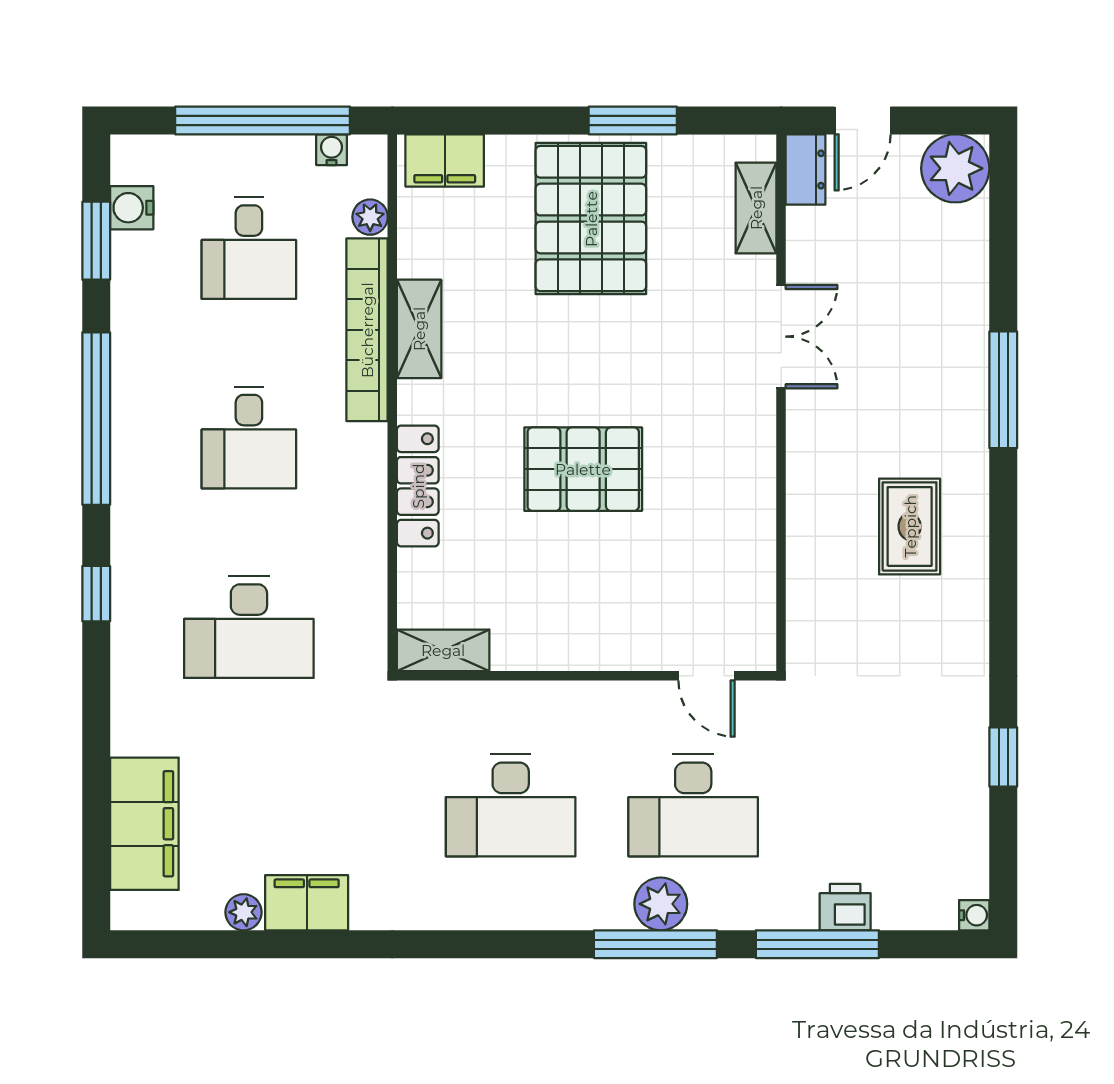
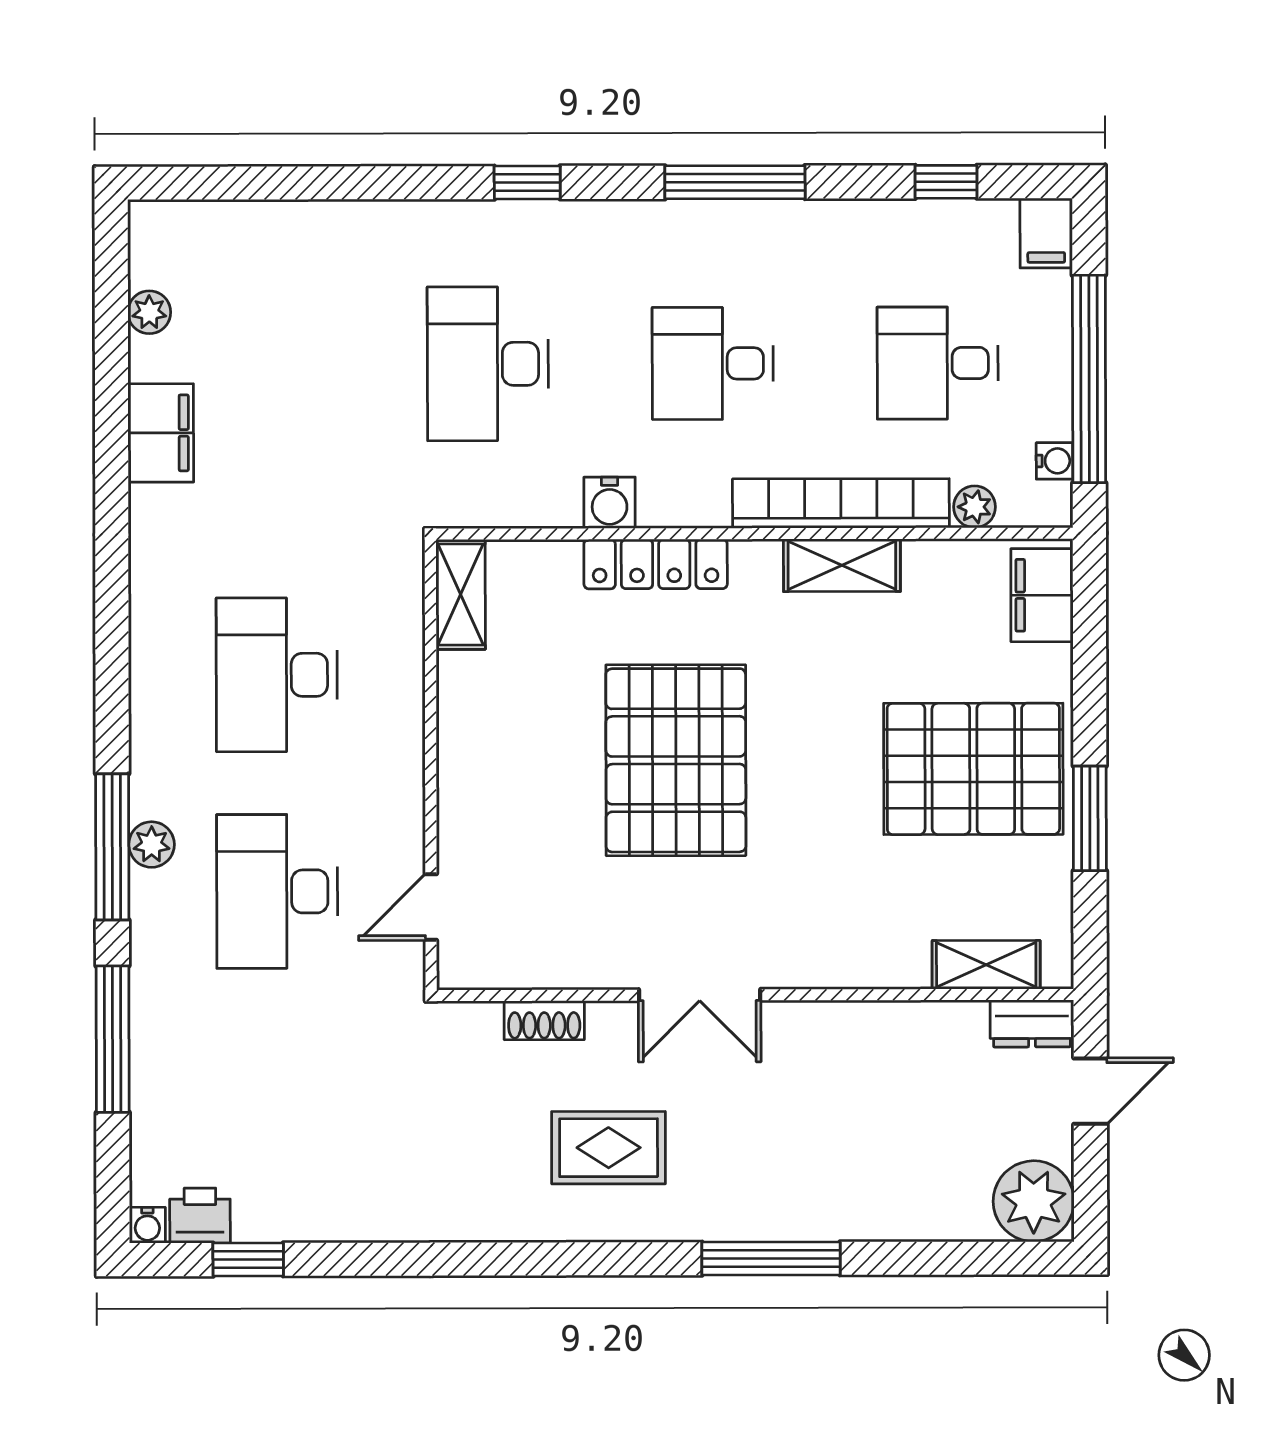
door: (863, 120) -> (1090, 1091), swing flipped
water cooler: (132, 208) -> (610, 503), moved, turned 180
window: (96, 241) -> (946, 182), width x0.67
double door: (781, 337) -> (700, 995), moved
window: (96, 419) -> (735, 182), width x0.68
pallet: (583, 469) -> (676, 760), width x1.37, depth x1.41
shoe rack: (802, 580) -> (544, 1020), added
window: (1003, 757) -> (248, 1259), moved
filing cabinet: (144, 824) -> (1046, 233), moved, width x0.33, depth x0.86
plant: (661, 904) -> (152, 845), width x0.73, depth x0.73
printer: (845, 907) -> (200, 1216), moved, turned -90
plant: (243, 912) -> (149, 312), moved

